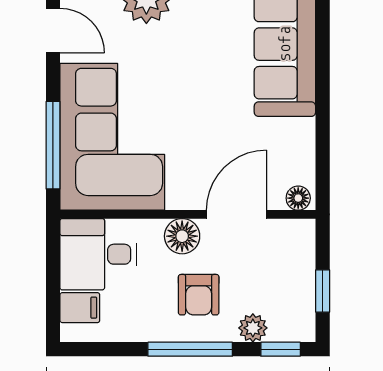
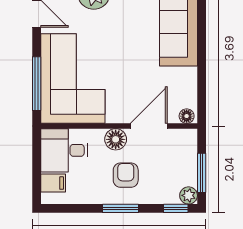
window: (323, 291) -> (202, 173), width x1.50
armchair: (199, 295) -> (126, 175), turned 180
plant: (253, 328) -> (189, 195), moved
window: (190, 349) -> (121, 208), width x0.69

